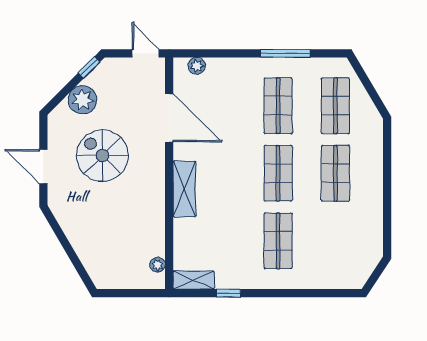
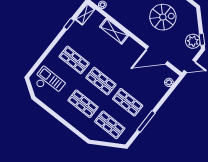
plant: (83, 100) -> (193, 41), moved
shelving: (184, 189) -> (114, 31), moved
checkout: (344, 254) -> (49, 82), added

